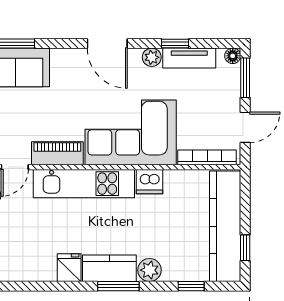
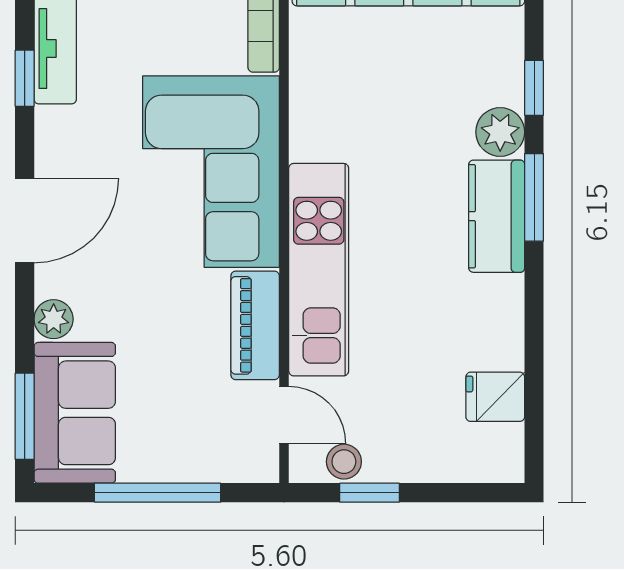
plant: (152, 57) -> (54, 319), moved
dishwasher: (149, 182) -> (314, 132), removed
fridge: (69, 268) -> (495, 397), moved
window: (191, 286) -> (534, 88), moved

